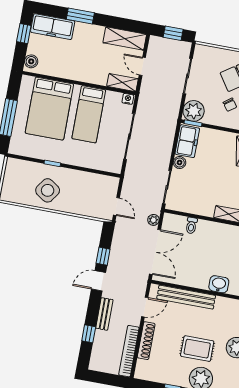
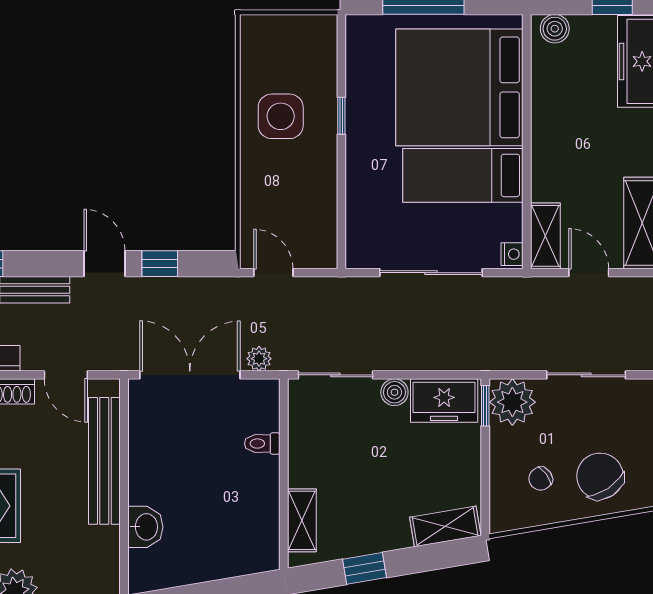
door: (142, 66) -> (589, 273), hinge flipped
bed: (49, 109) -> (459, 87), width x1.36
side table: (48, 190) -> (281, 116), turned -35
door: (116, 206) -> (273, 273), swing flipped
double door: (155, 252) -> (190, 375), swing flipped

